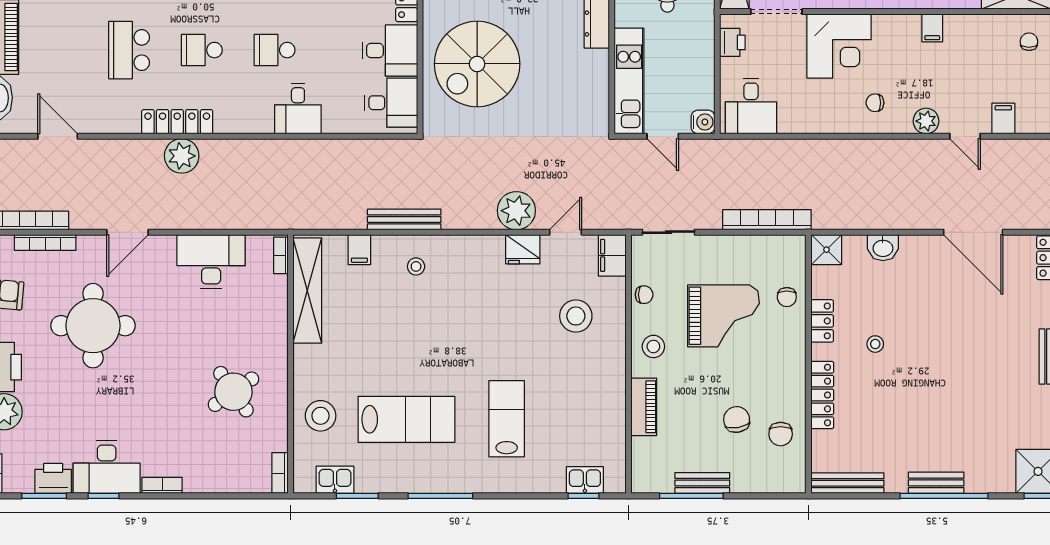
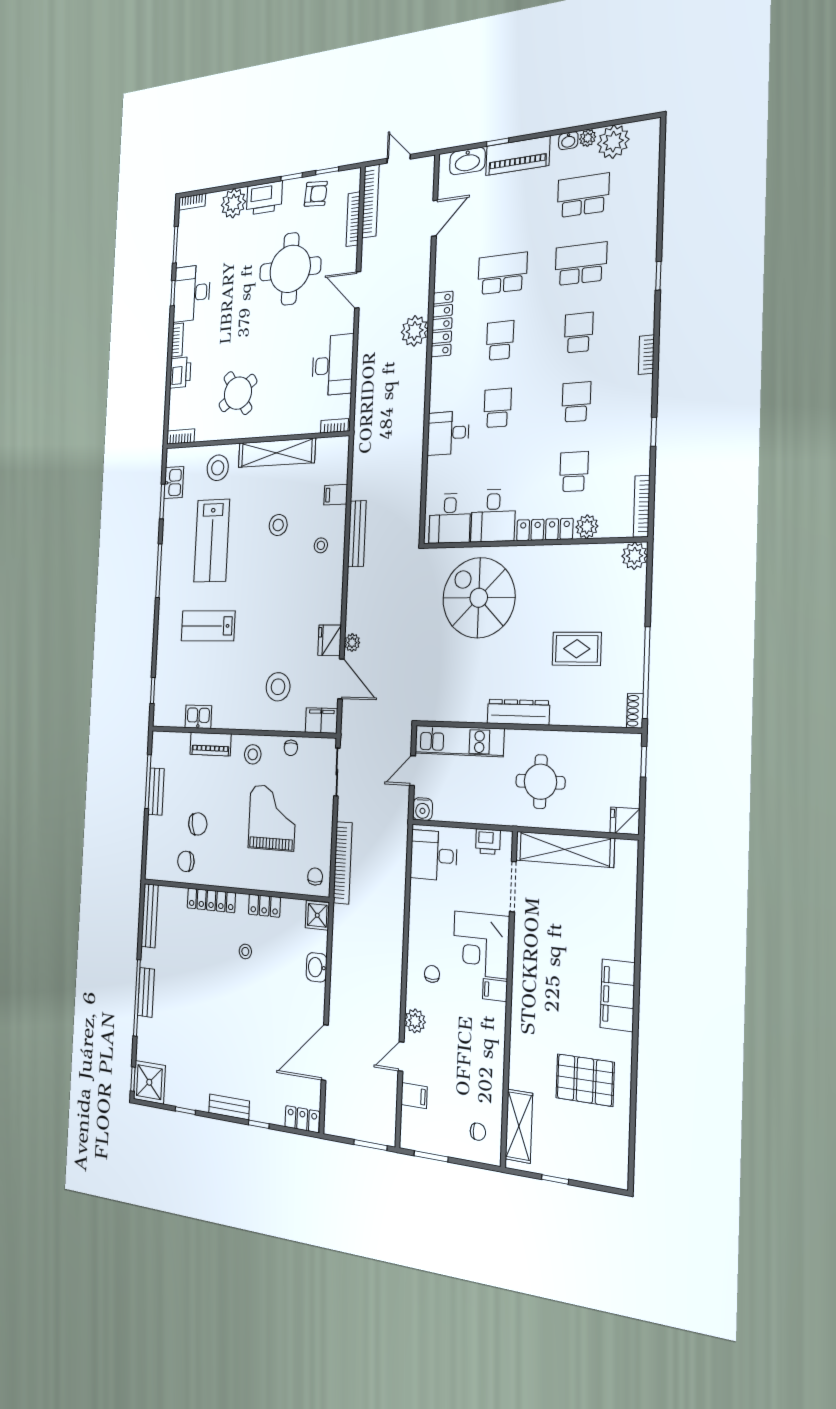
filing cabinet: (932, 28) -> (495, 990), moved
plant: (516, 211) -> (352, 643), width x0.53, depth x0.53
door: (566, 232) -> (341, 679), width x1.38
shelving: (307, 291) -> (277, 453), moved
chair: (787, 297) -> (315, 877), moved, turned 90
grand piano: (724, 316) -> (272, 818), turned 180
stool: (391, 326) -> (278, 525), added
lab bench: (507, 419) -> (208, 626), turned 180
printer: (53, 478) -> (180, 373), moved
kitchen sink: (585, 480) -> (198, 717), moved, turned -90

